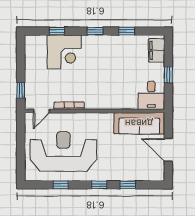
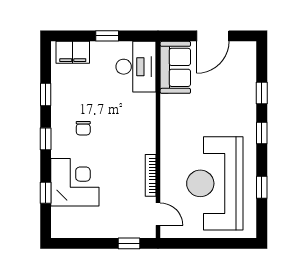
chair: (103, 58) -> (83, 128), added
desk: (151, 95) -> (136, 67), width x1.37
sofa: (139, 123) -> (175, 67), width x0.73

